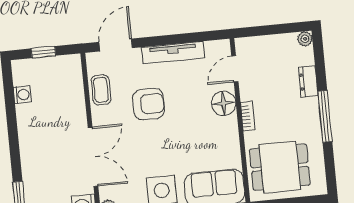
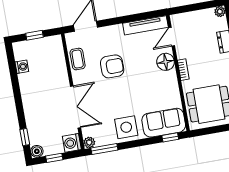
tv unit: (173, 53) -> (145, 25), moved

